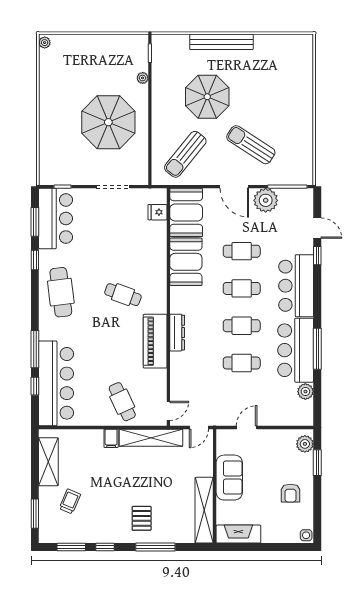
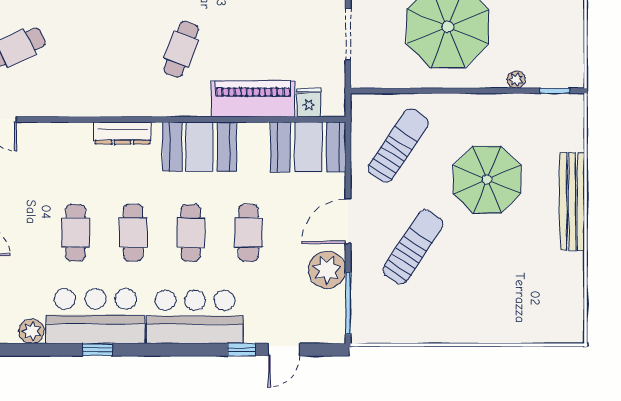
sun lounger: (185, 154) -> (398, 146), turned 85
booth: (186, 262) -> (199, 146), moved
piano: (155, 341) -> (253, 99), moved
window: (317, 349) -> (98, 350), width x0.46

